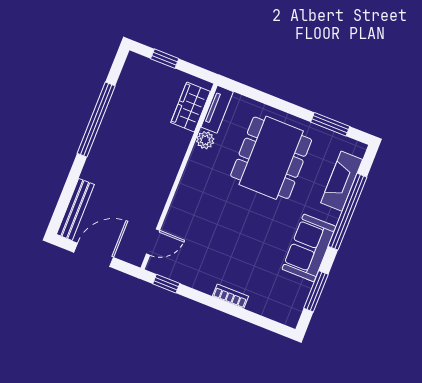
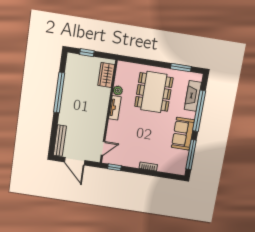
tv unit: (217, 109) -> (115, 108), moved
door: (94, 255) -> (75, 161), swing flipped
window: (316, 291) -> (191, 155), width x1.44

